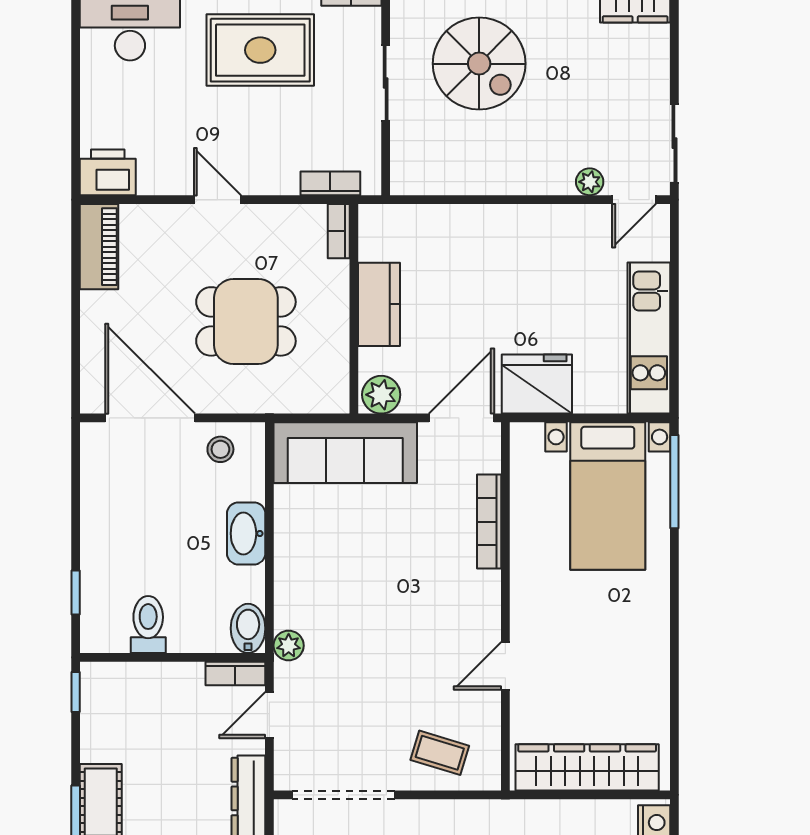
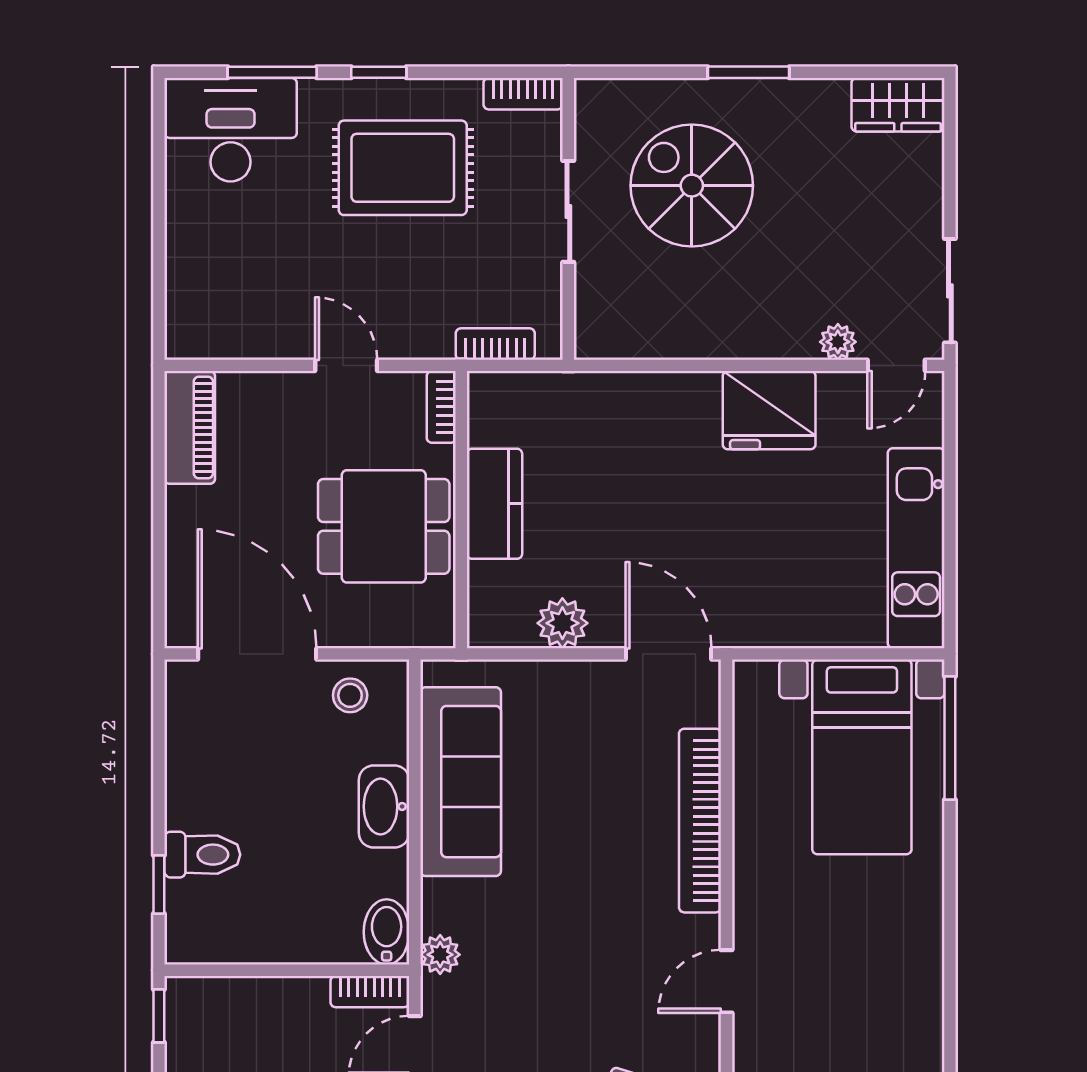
spiral stairs: (479, 64) -> (692, 186), turned 180
printer: (108, 172) -> (201, 329), removed
bookcase: (339, 231) -> (441, 407), moved
kitchen counter: (379, 304) -> (494, 504), moved
wall: (354, 309) -> (461, 510), moved
fridge: (537, 384) -> (769, 410), moved, turned 180
door: (461, 418) -> (668, 654), hinge flipped
sofa: (345, 453) -> (461, 782), moved, turned -90
bookcase: (489, 522) -> (700, 821), width x1.48, depth x1.31
toilet: (148, 625) -> (202, 855), moved, turned 90

